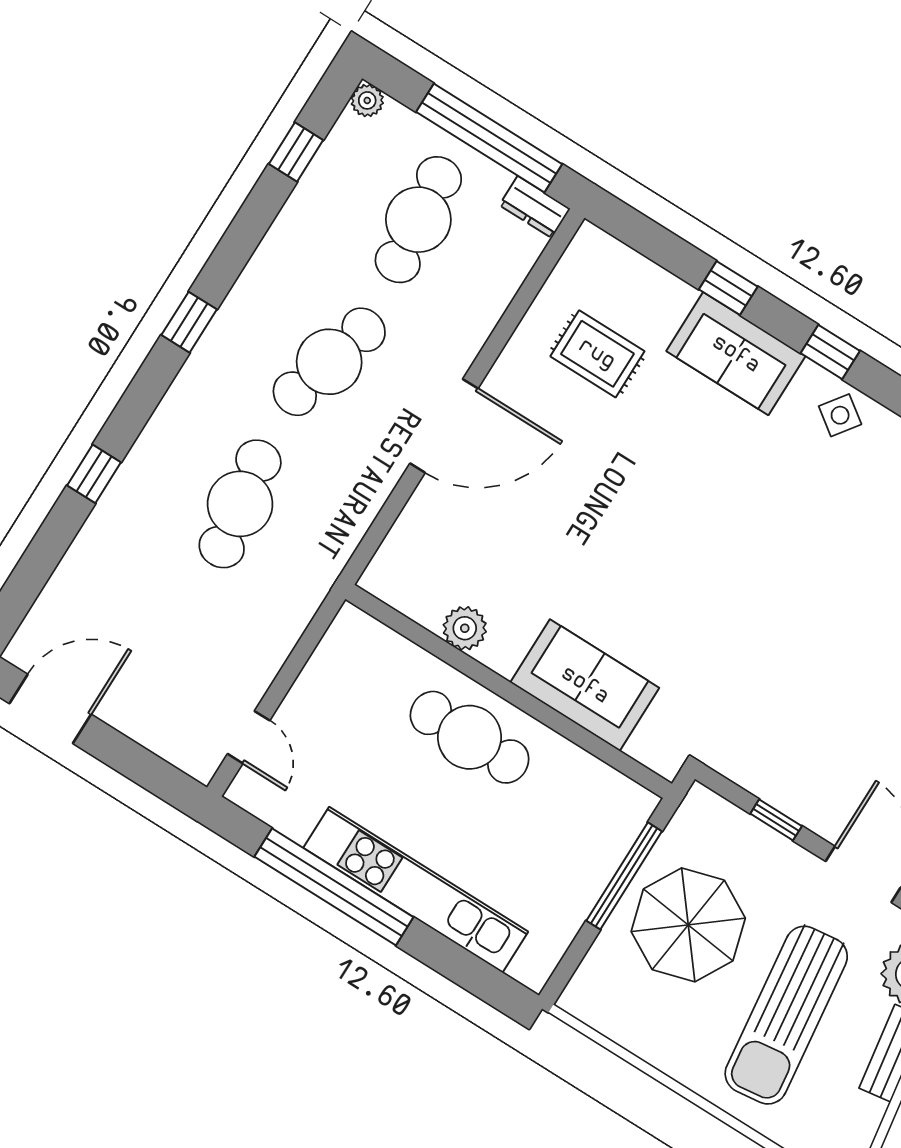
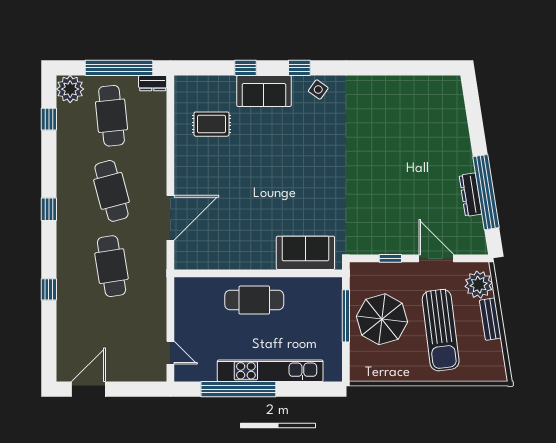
plant: (367, 100) -> (70, 89), width x1.87, depth x1.87
cafe table: (329, 362) -> (112, 191), turned -30
door: (444, 426) -> (170, 218), moved
plant: (465, 628) -> (226, 260), removed
sofa: (585, 685) -> (305, 253), moved

